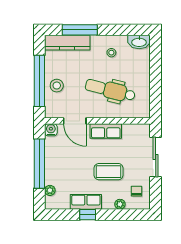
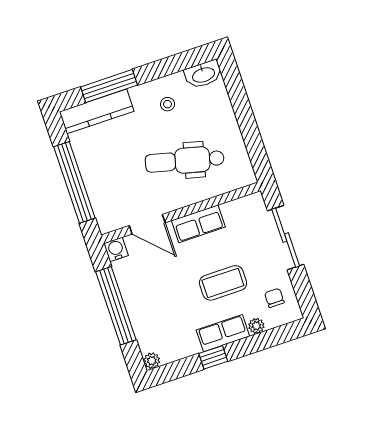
stool: (57, 86) -> (102, 181), removed
plant: (50, 190) -> (152, 361), moved
row of seats: (86, 202) -> (223, 333), moved

